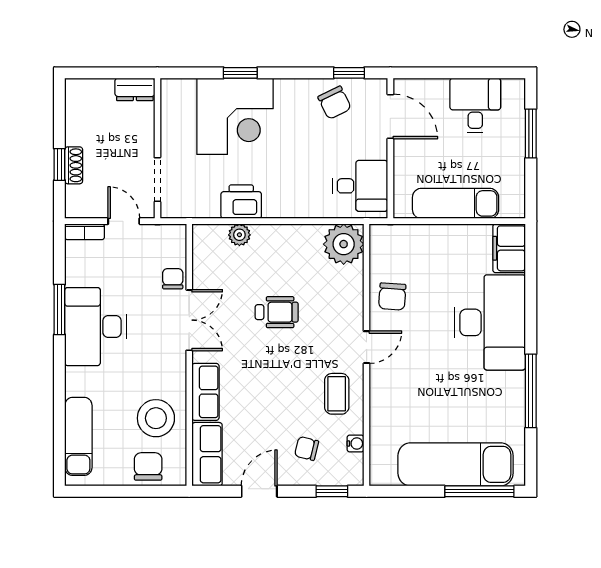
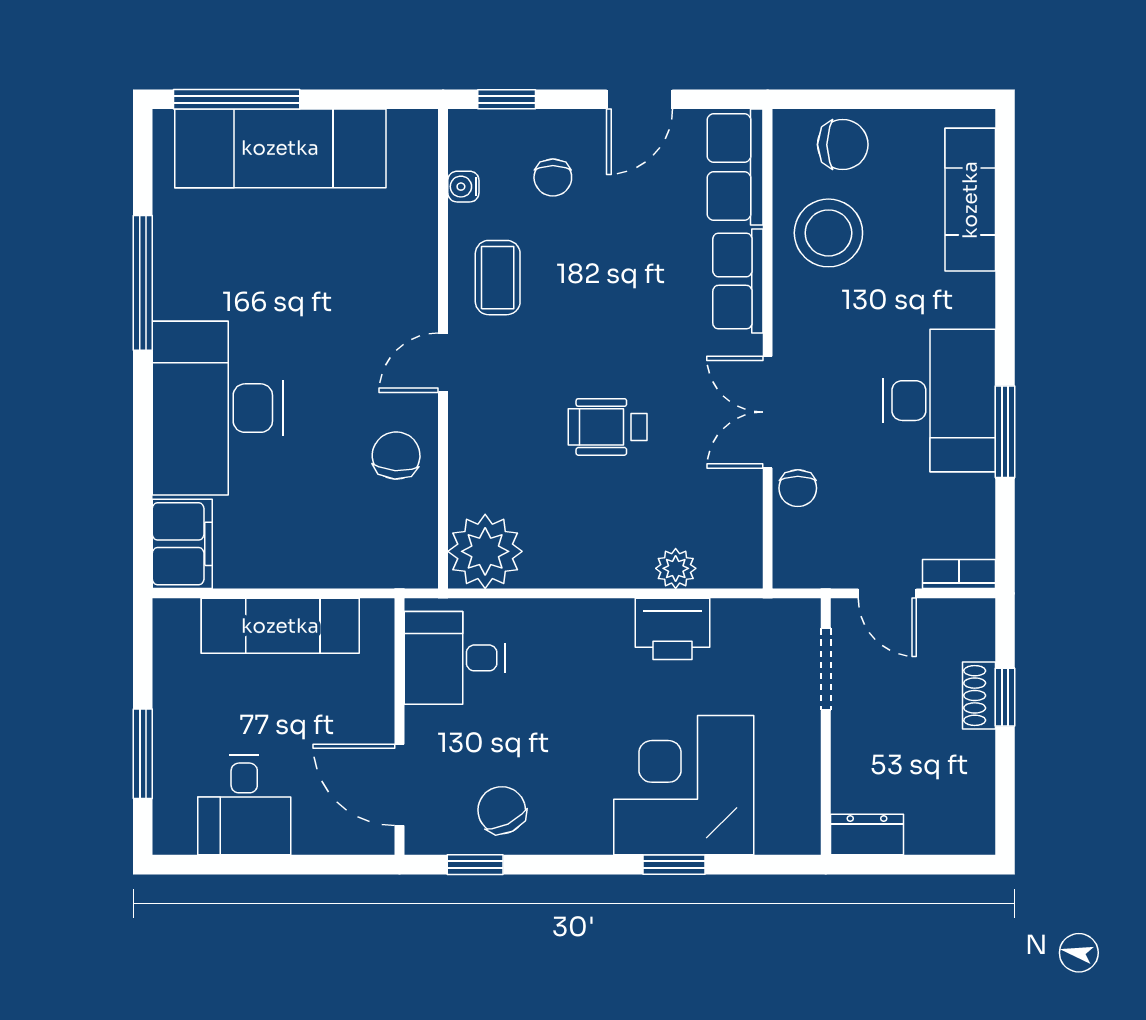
chair: (307, 448) -> (553, 178), turned 76
chair: (148, 466) -> (843, 145), turned -90

